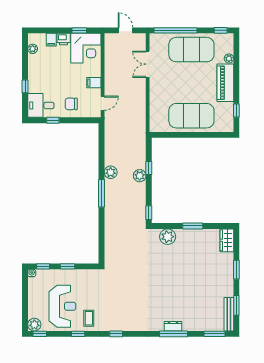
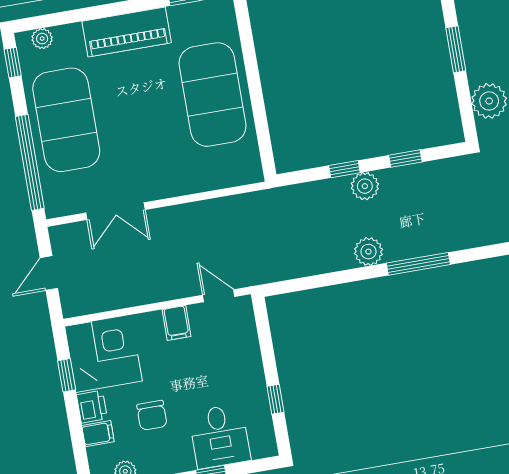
plant: (229, 58) -> (42, 39), moved
chair: (71, 104) -> (152, 415), moved
desk: (41, 105) -> (220, 436), moved
window: (149, 213) -> (405, 159), moved

